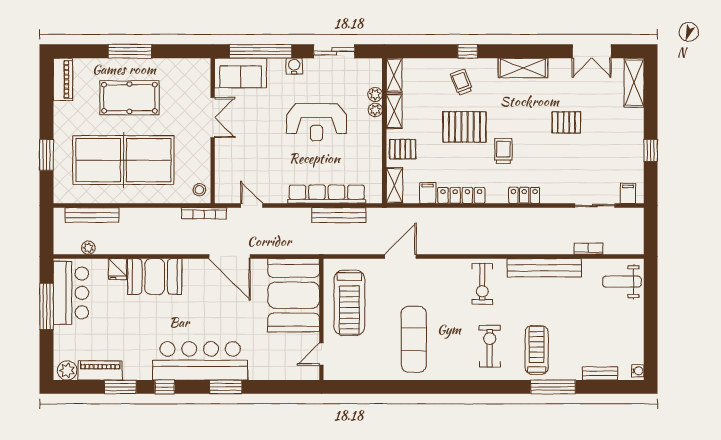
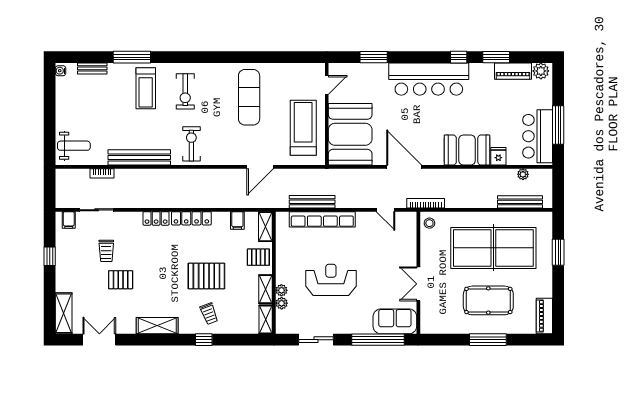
water cooler: (294, 66) -> (350, 327), removed
trolley: (503, 151) -> (106, 251), moved
locker: (461, 195) -> (191, 218), moved
window: (226, 387) -> (374, 57), moved

